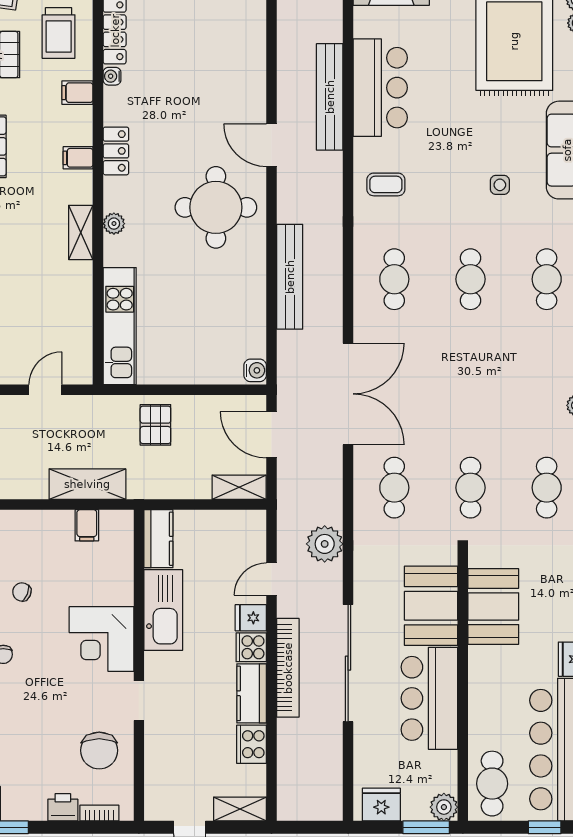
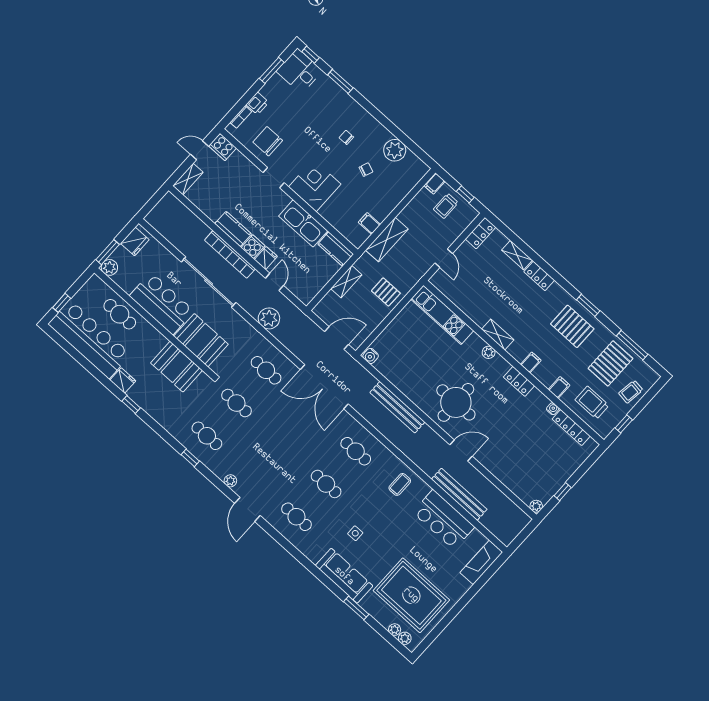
shelving: (239, 487) -> (346, 282), moved
cooker: (252, 744) -> (223, 147), moved, turned 180
cafe table: (492, 784) -> (120, 314), moved

